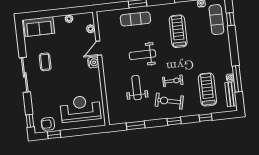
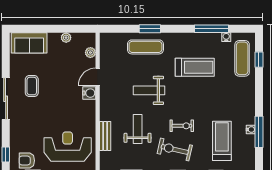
treadmill: (178, 31) -> (195, 67), turned 90
bench: (231, 94) -> (105, 136), moved

